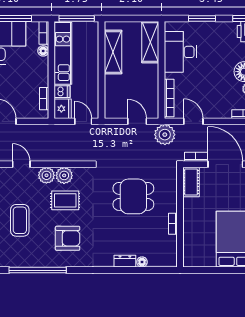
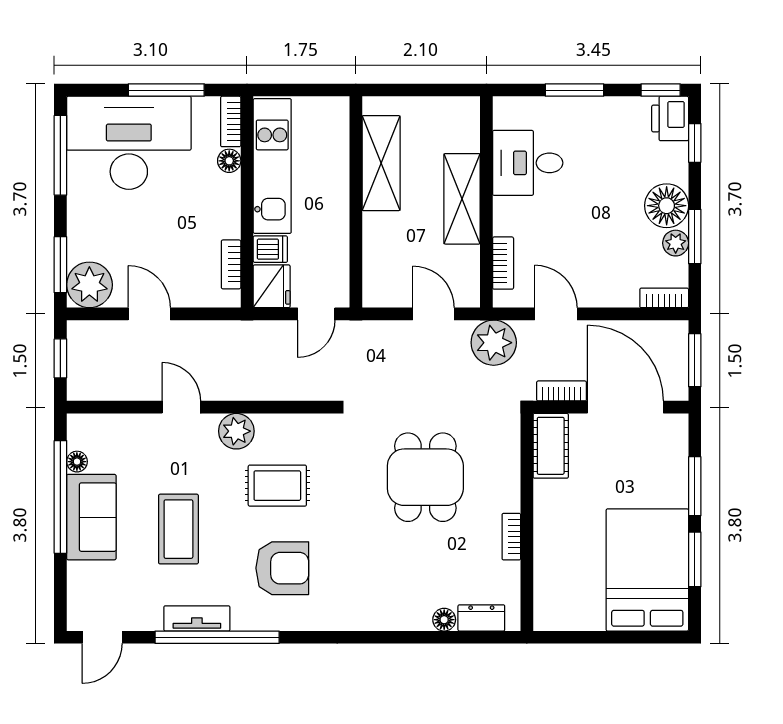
window: (77, 18) -> (302, 90), removed
shelving: (150, 42) -> (462, 199), moved
desk: (180, 52) -> (528, 163), width x0.73
bookcase: (169, 98) -> (503, 263), width x0.64
door: (83, 121) -> (316, 314), swing flipped
plant: (64, 175) -> (275, 432), removed
dining table: (133, 196) -> (425, 477), turned 90
tv unit: (28, 261) -> (197, 618), added
dresser: (125, 261) -> (481, 618), moved

